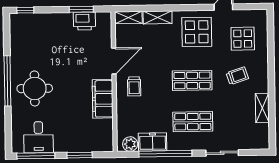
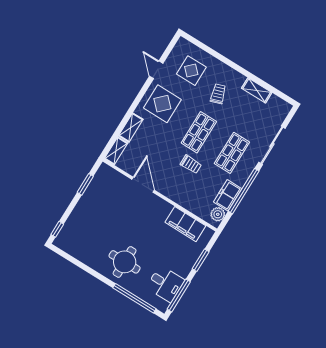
printer: (84, 21) -> (96, 188), removed
window: (7, 81) -> (134, 298), moved
trolley: (134, 86) -> (191, 164), moved
filing cabinet: (103, 99) -> (185, 224), moved
sliding door: (222, 153) -> (272, 145), width x1.37

